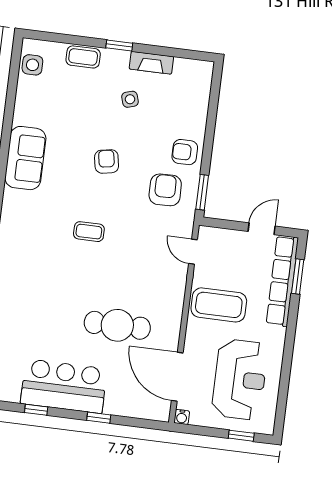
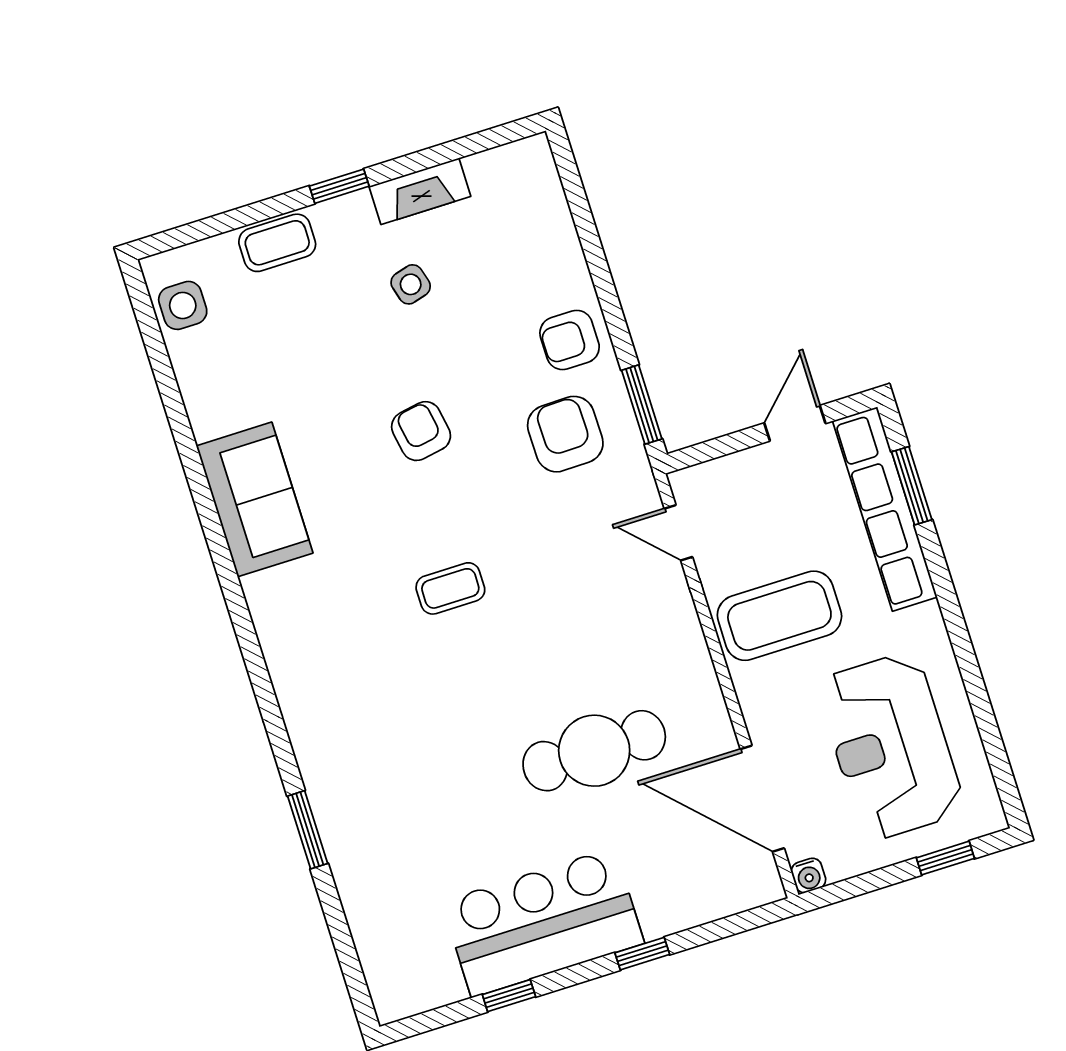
reception desk: (240, 379) -> (891, 746), turned 180

